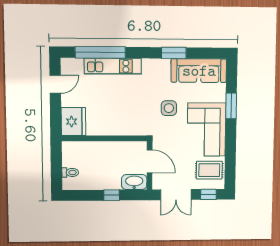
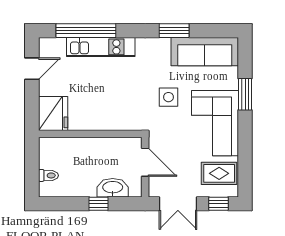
washbasin: (134, 182) -> (113, 188), moved

